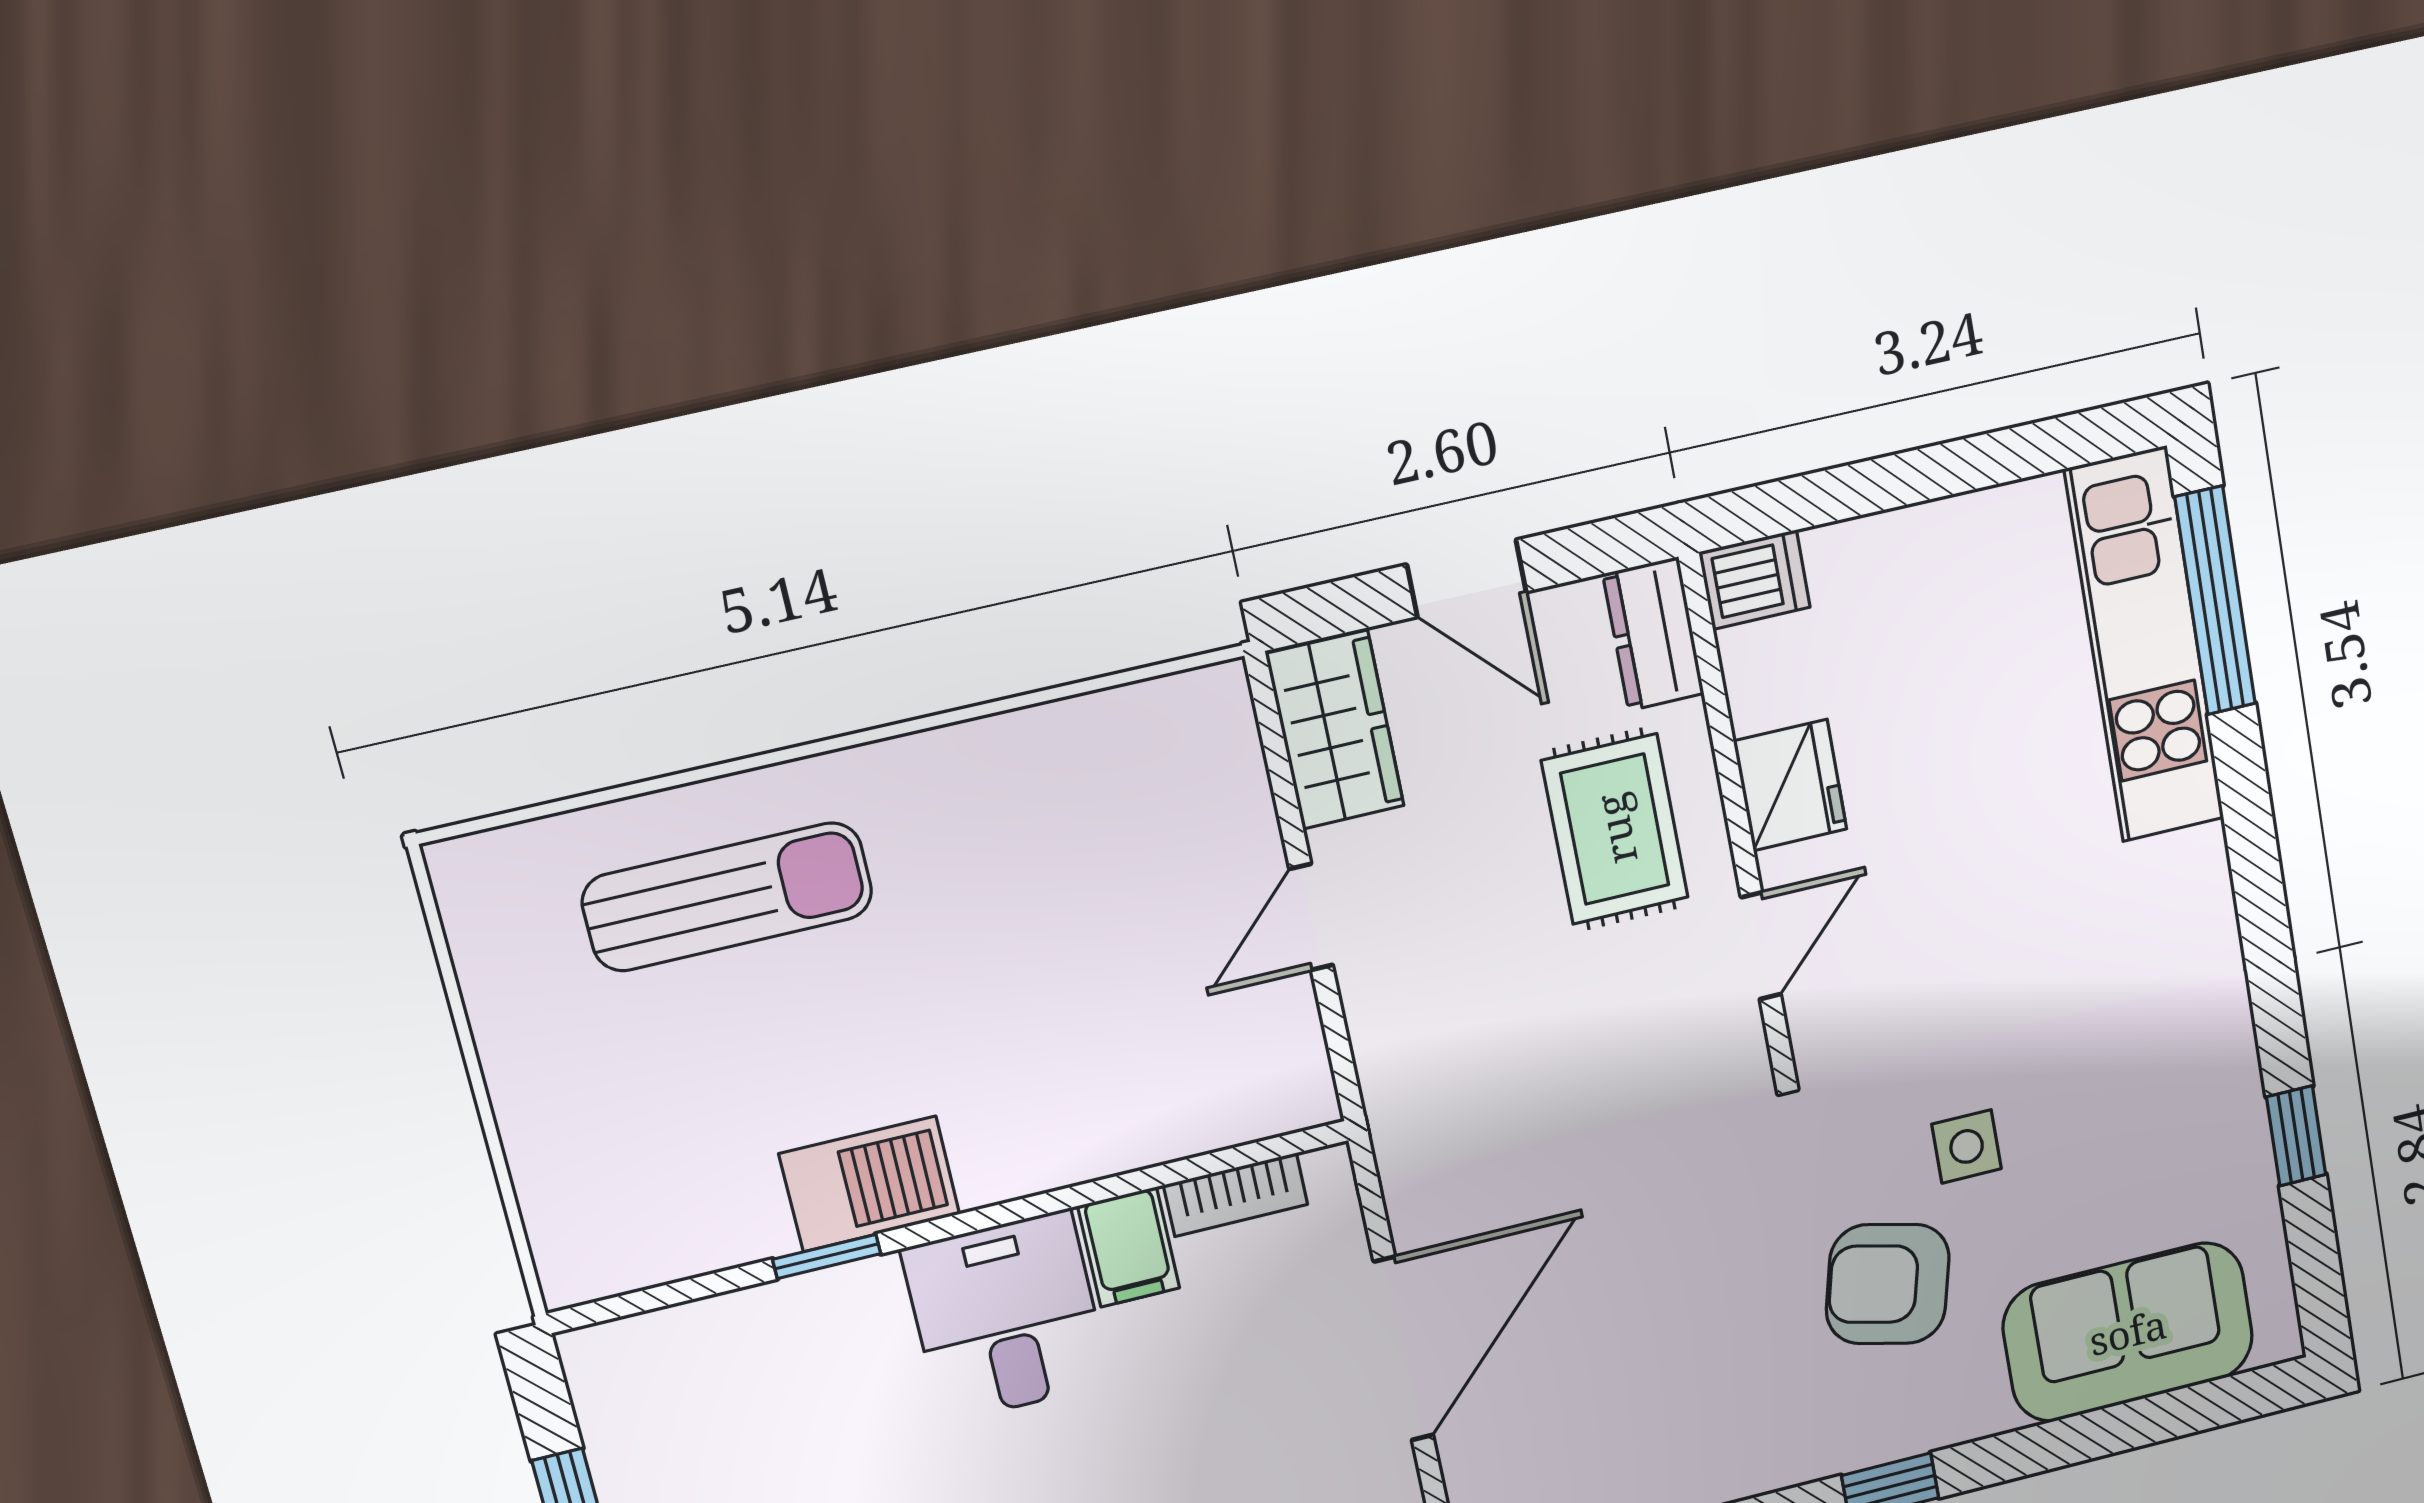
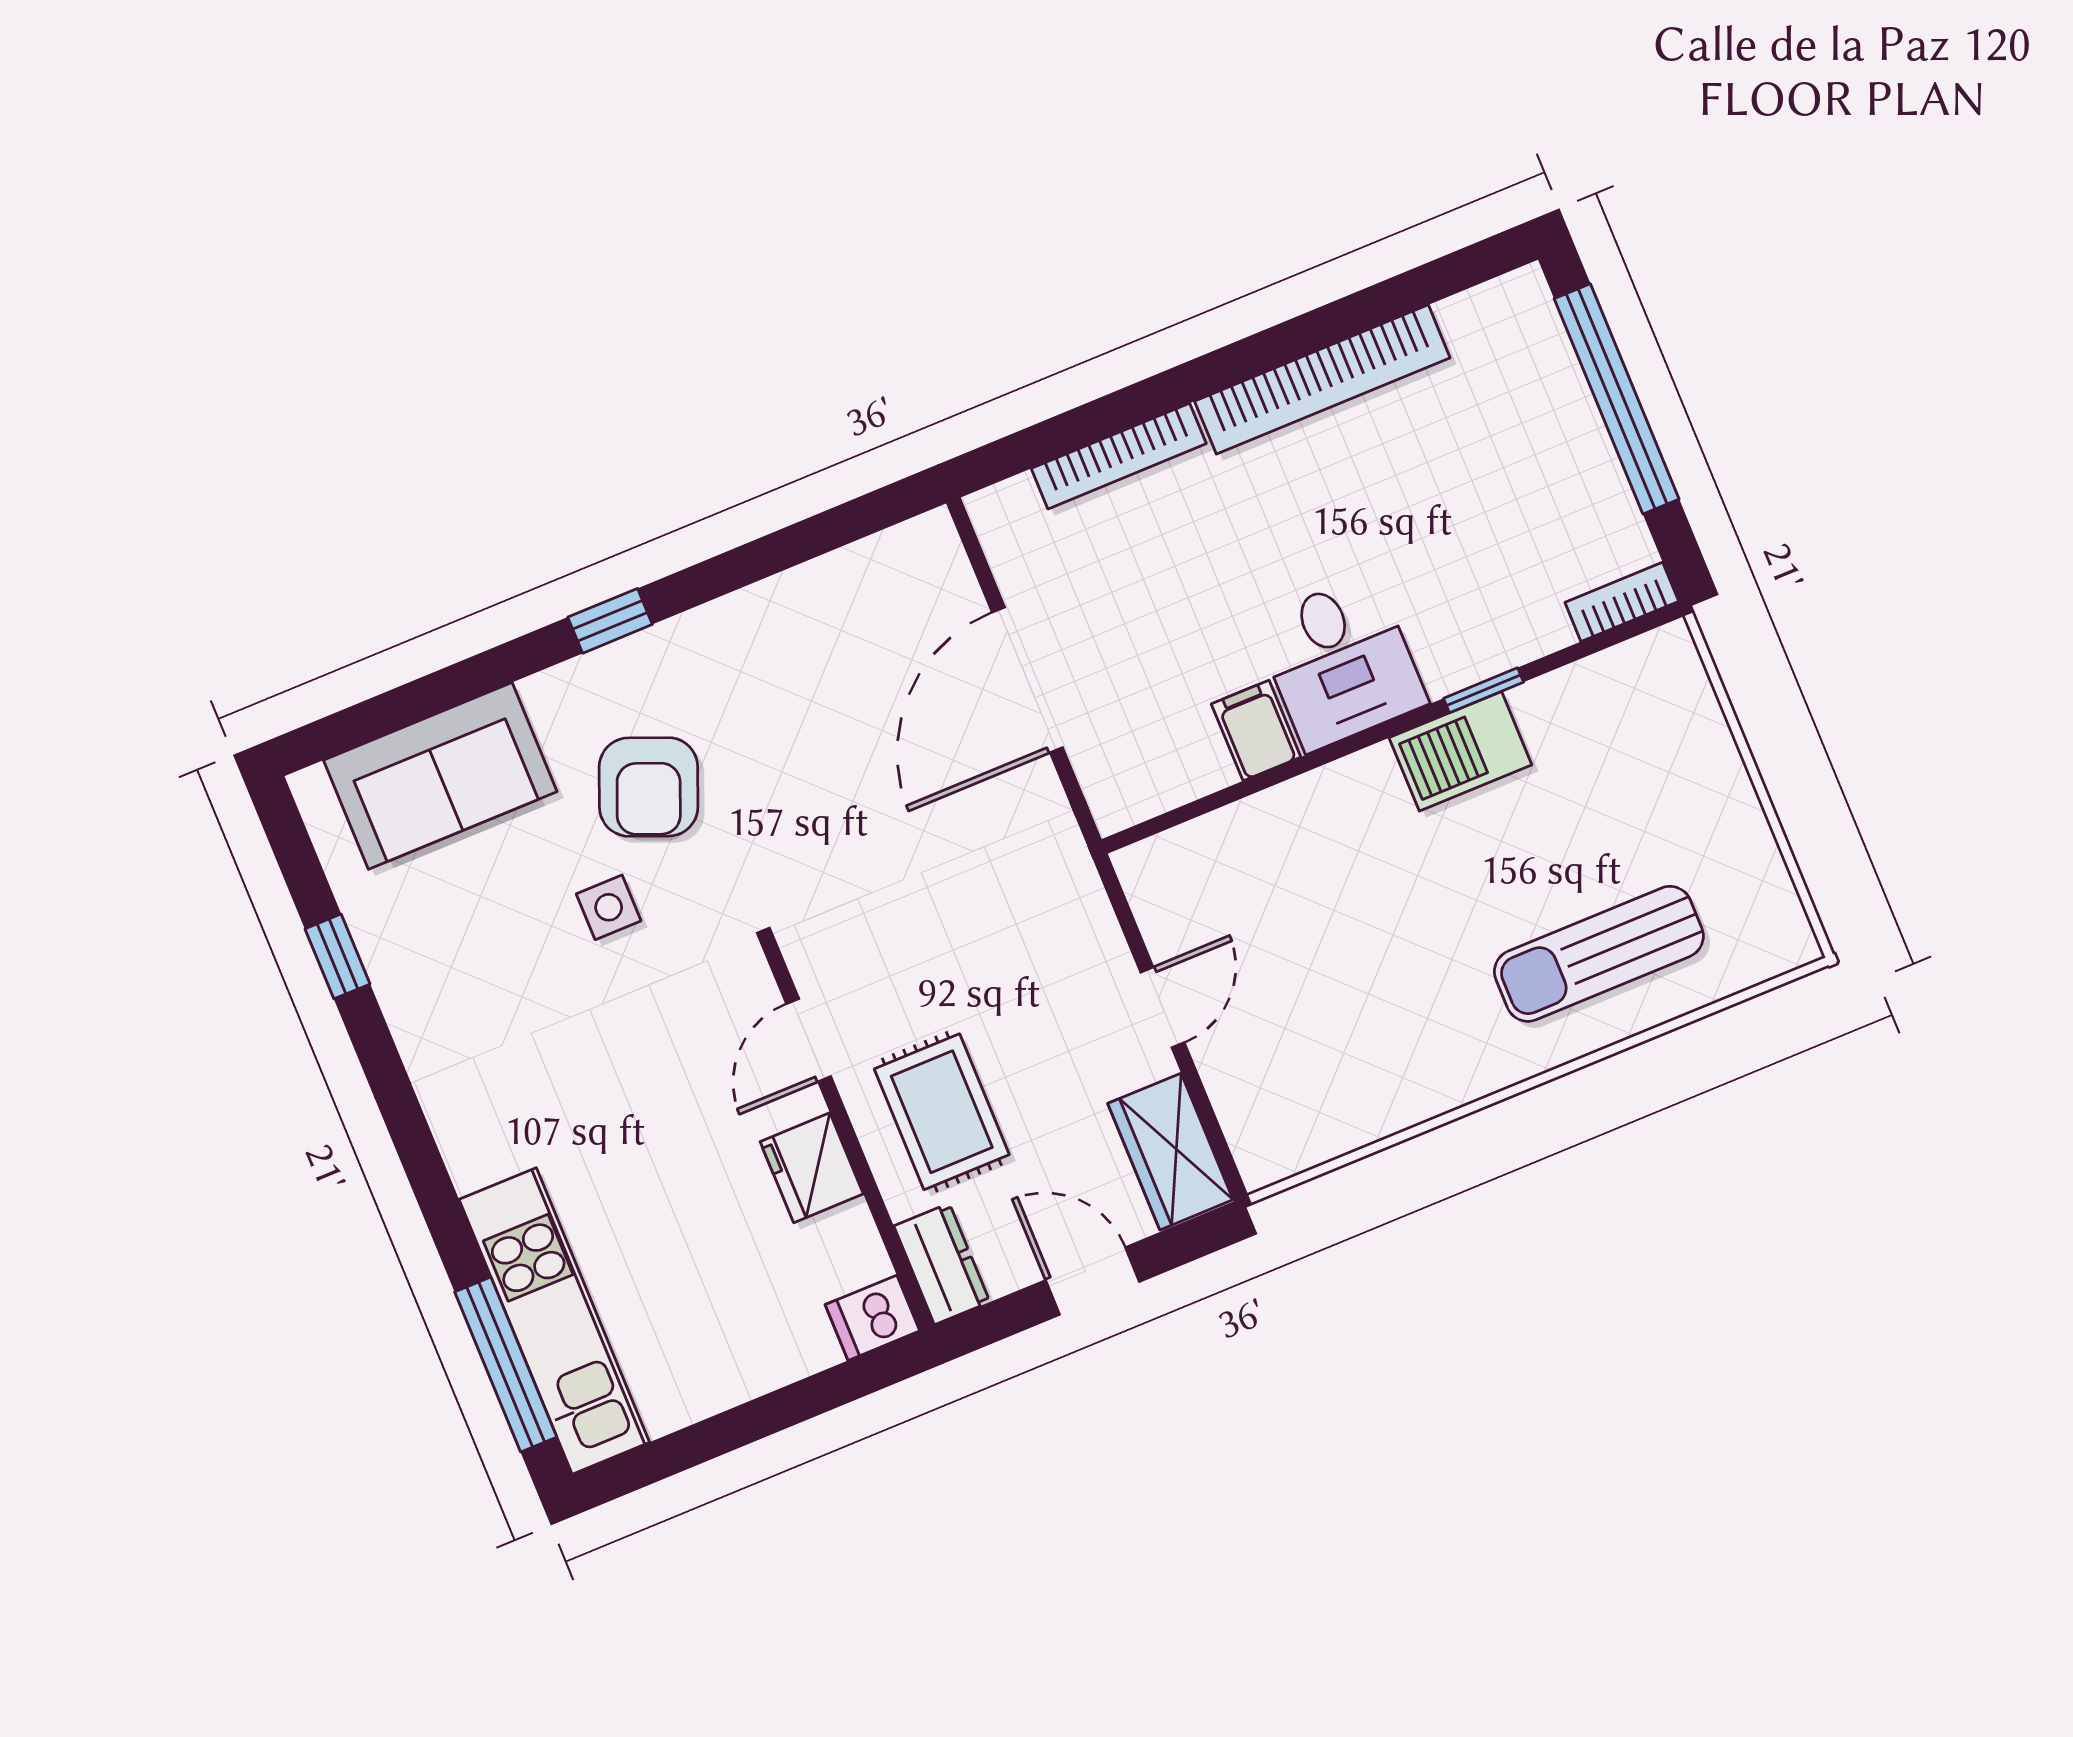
bookcase: (1236, 1195) -> (1622, 602), moved
armchair: (1888, 1284) -> (649, 787), turned 98

